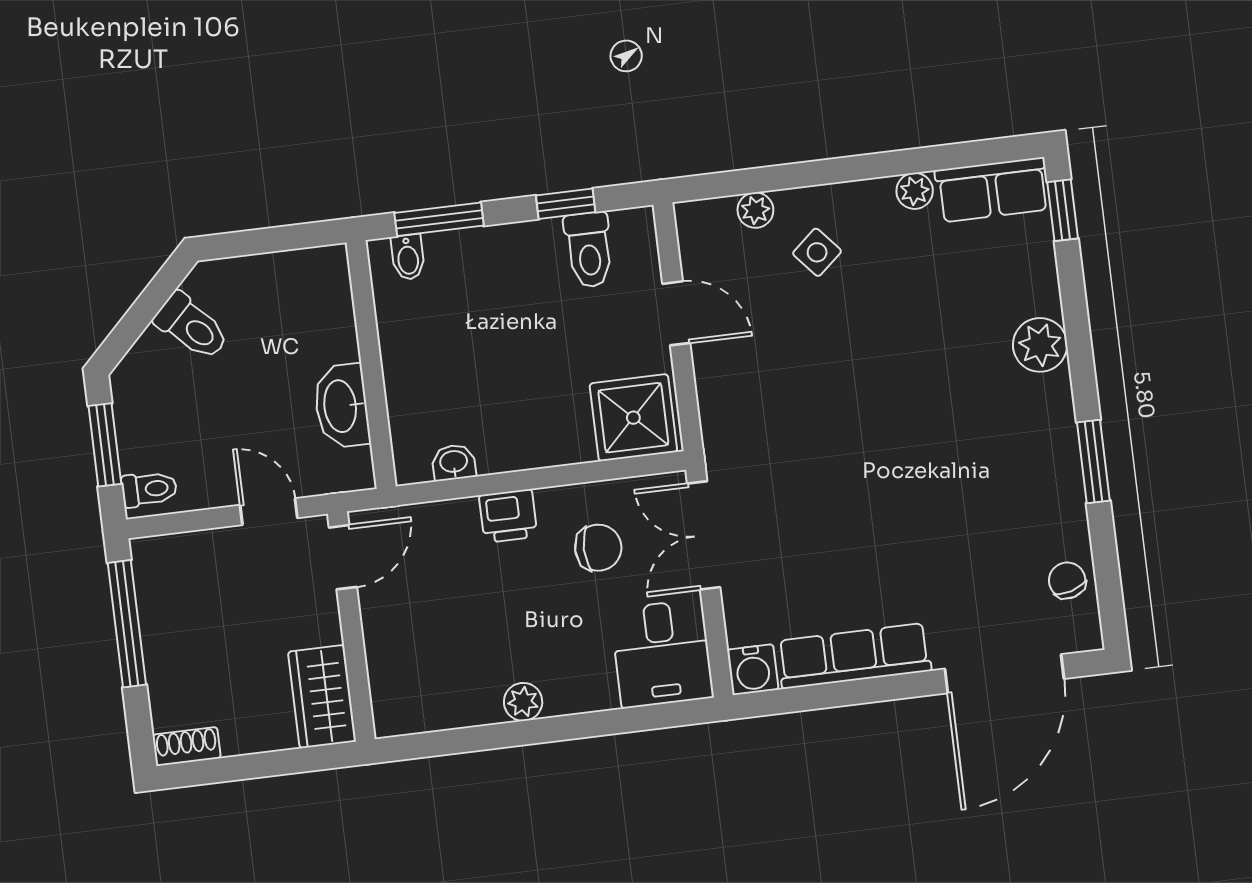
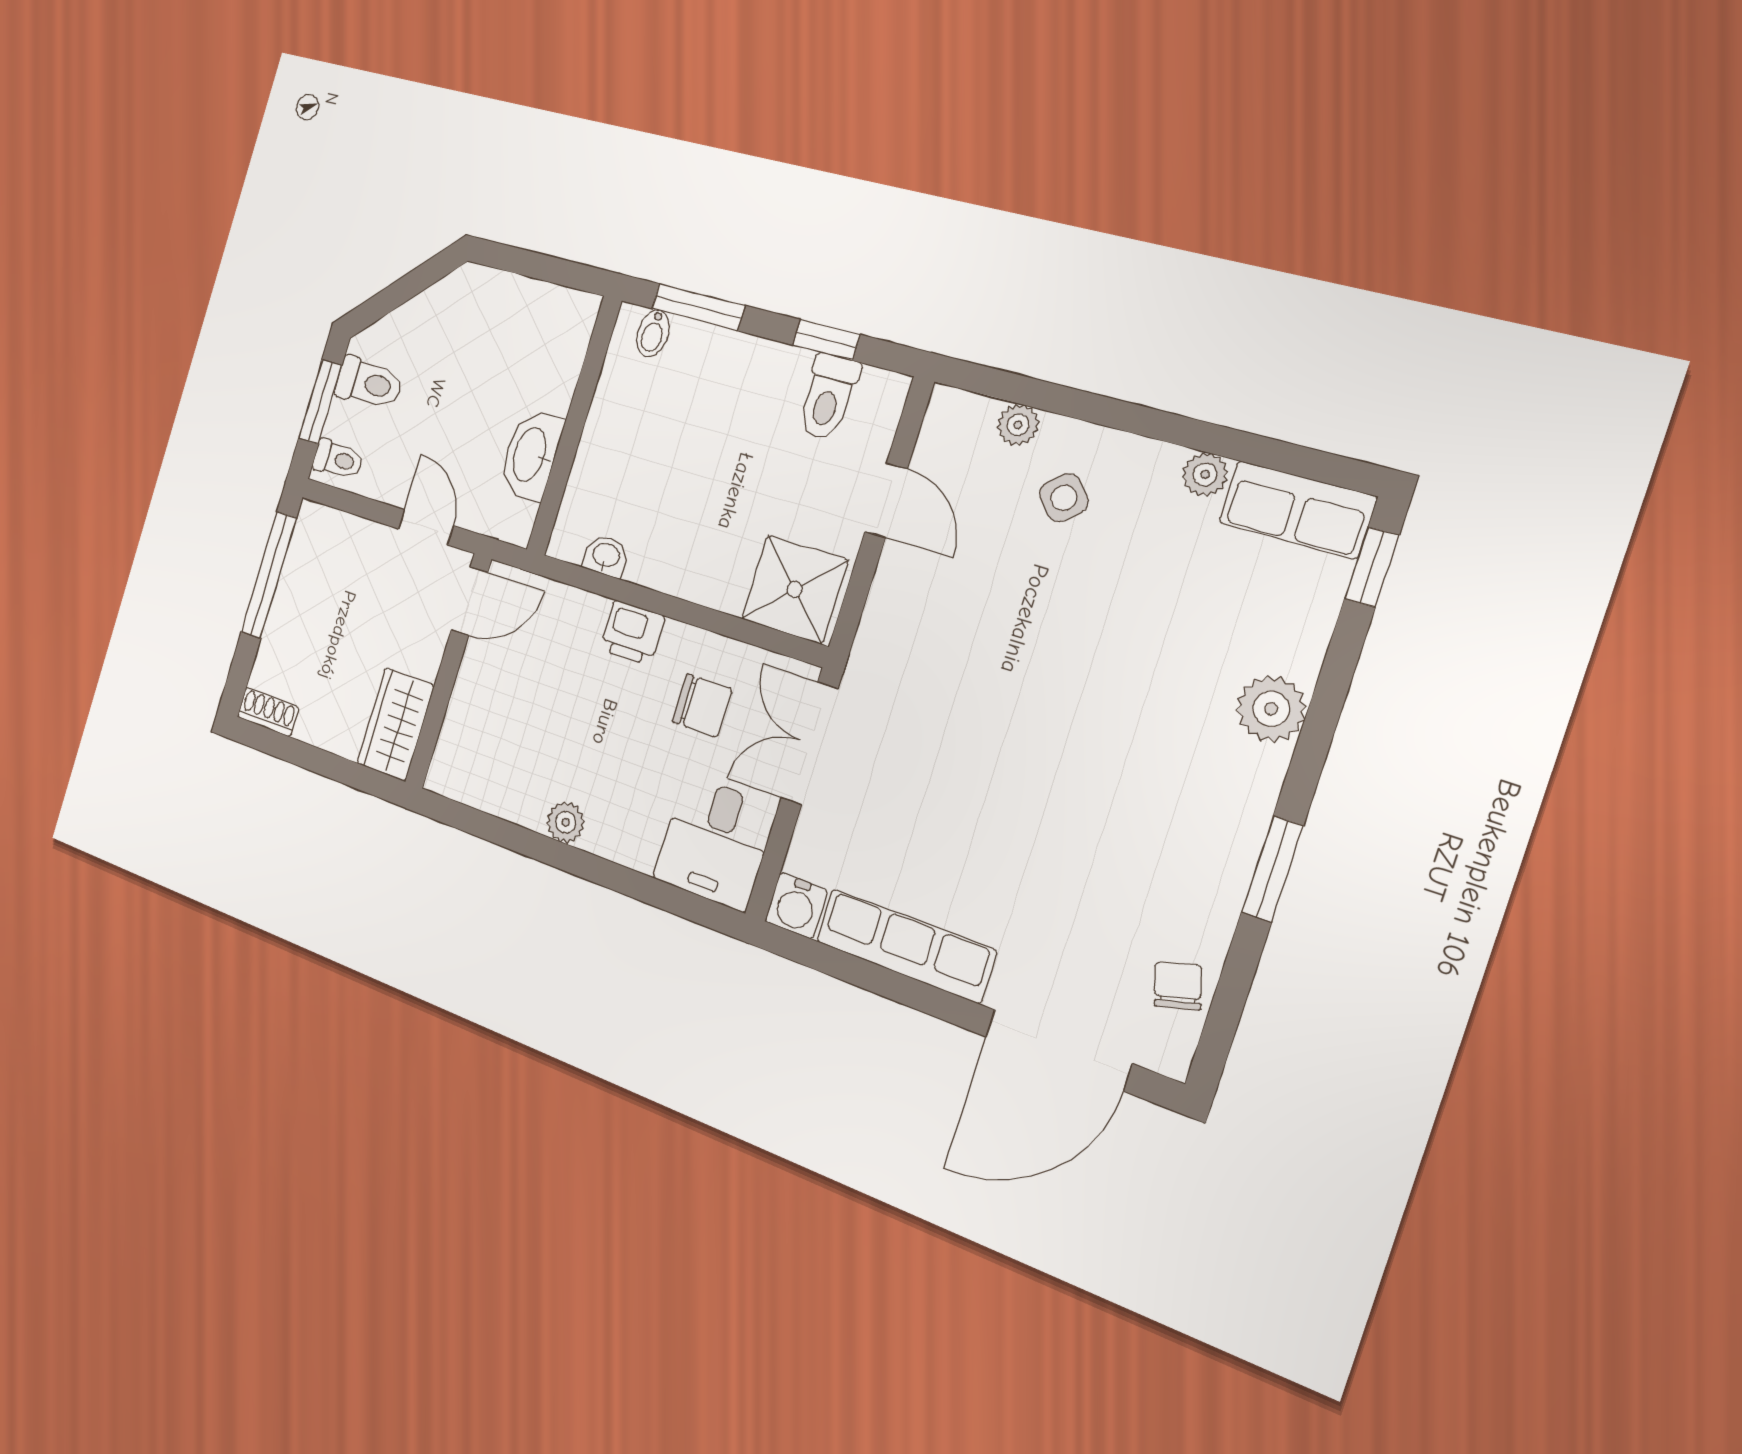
toilet: (192, 327) -> (369, 383), moved, turned -45

